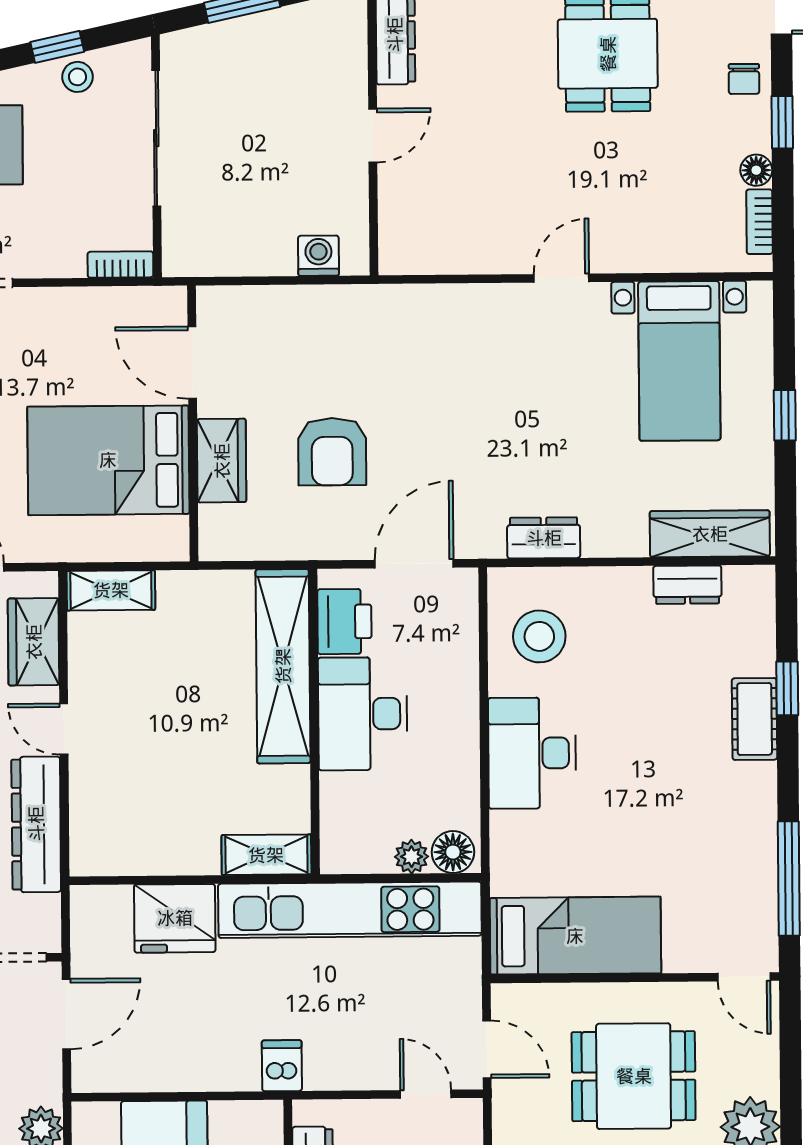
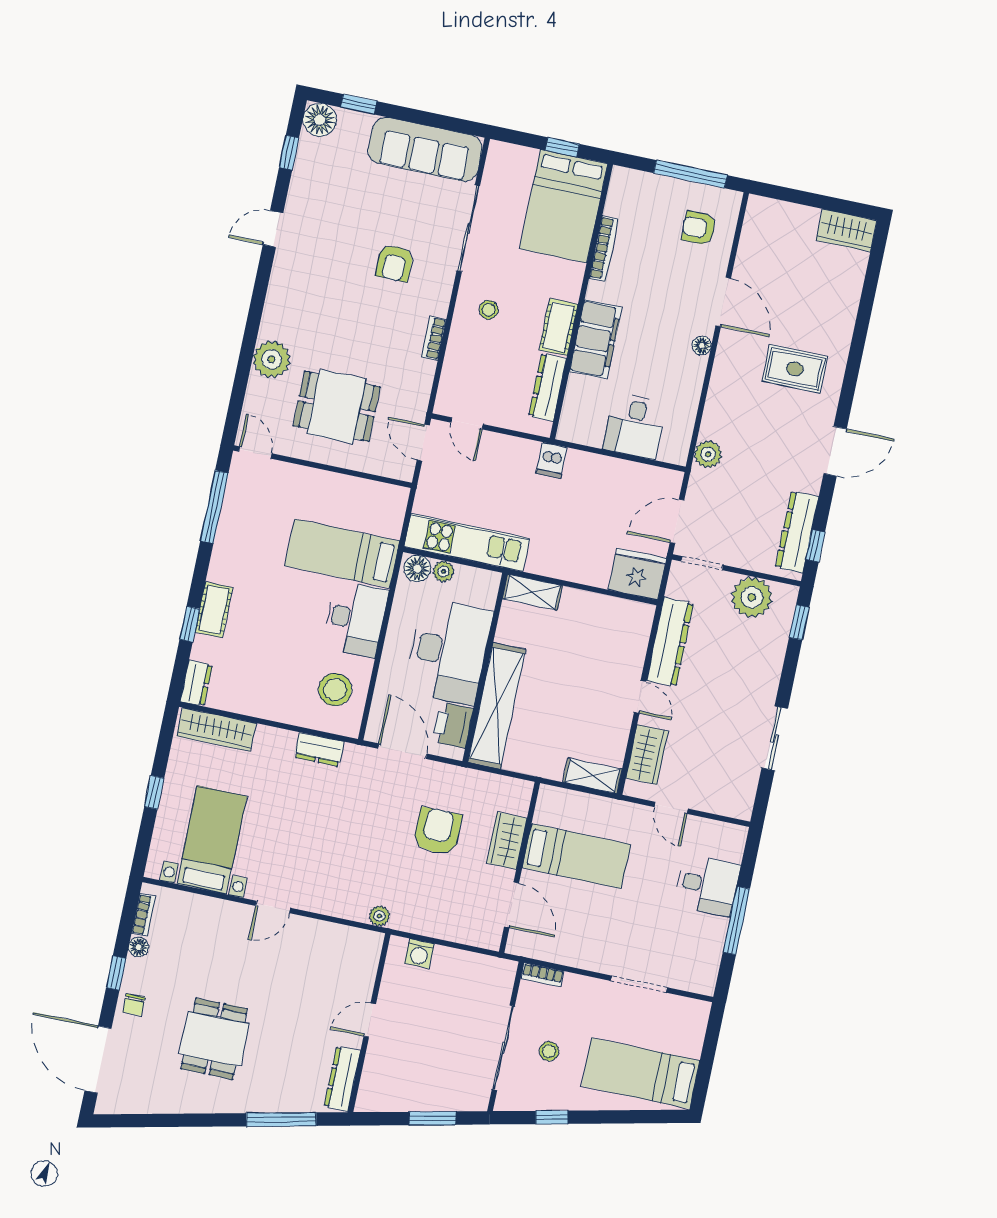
stool: (77, 77) -> (549, 1051), moved
chair: (744, 79) -> (134, 1005), turned 180
plant: (393, 300) -> (379, 916), added
bed: (108, 460) -> (576, 856), width x0.67
door: (414, 564) -> (402, 751), swing flipped
dresser: (687, 585) -> (196, 683), moved, turned 90
desk: (363, 714) -> (449, 651), width x1.36, depth x1.30
kitchen unit: (350, 910) -> (467, 542), width x0.73
fridge: (175, 918) -> (637, 574), moved
bed: (575, 936) -> (342, 553), moved

